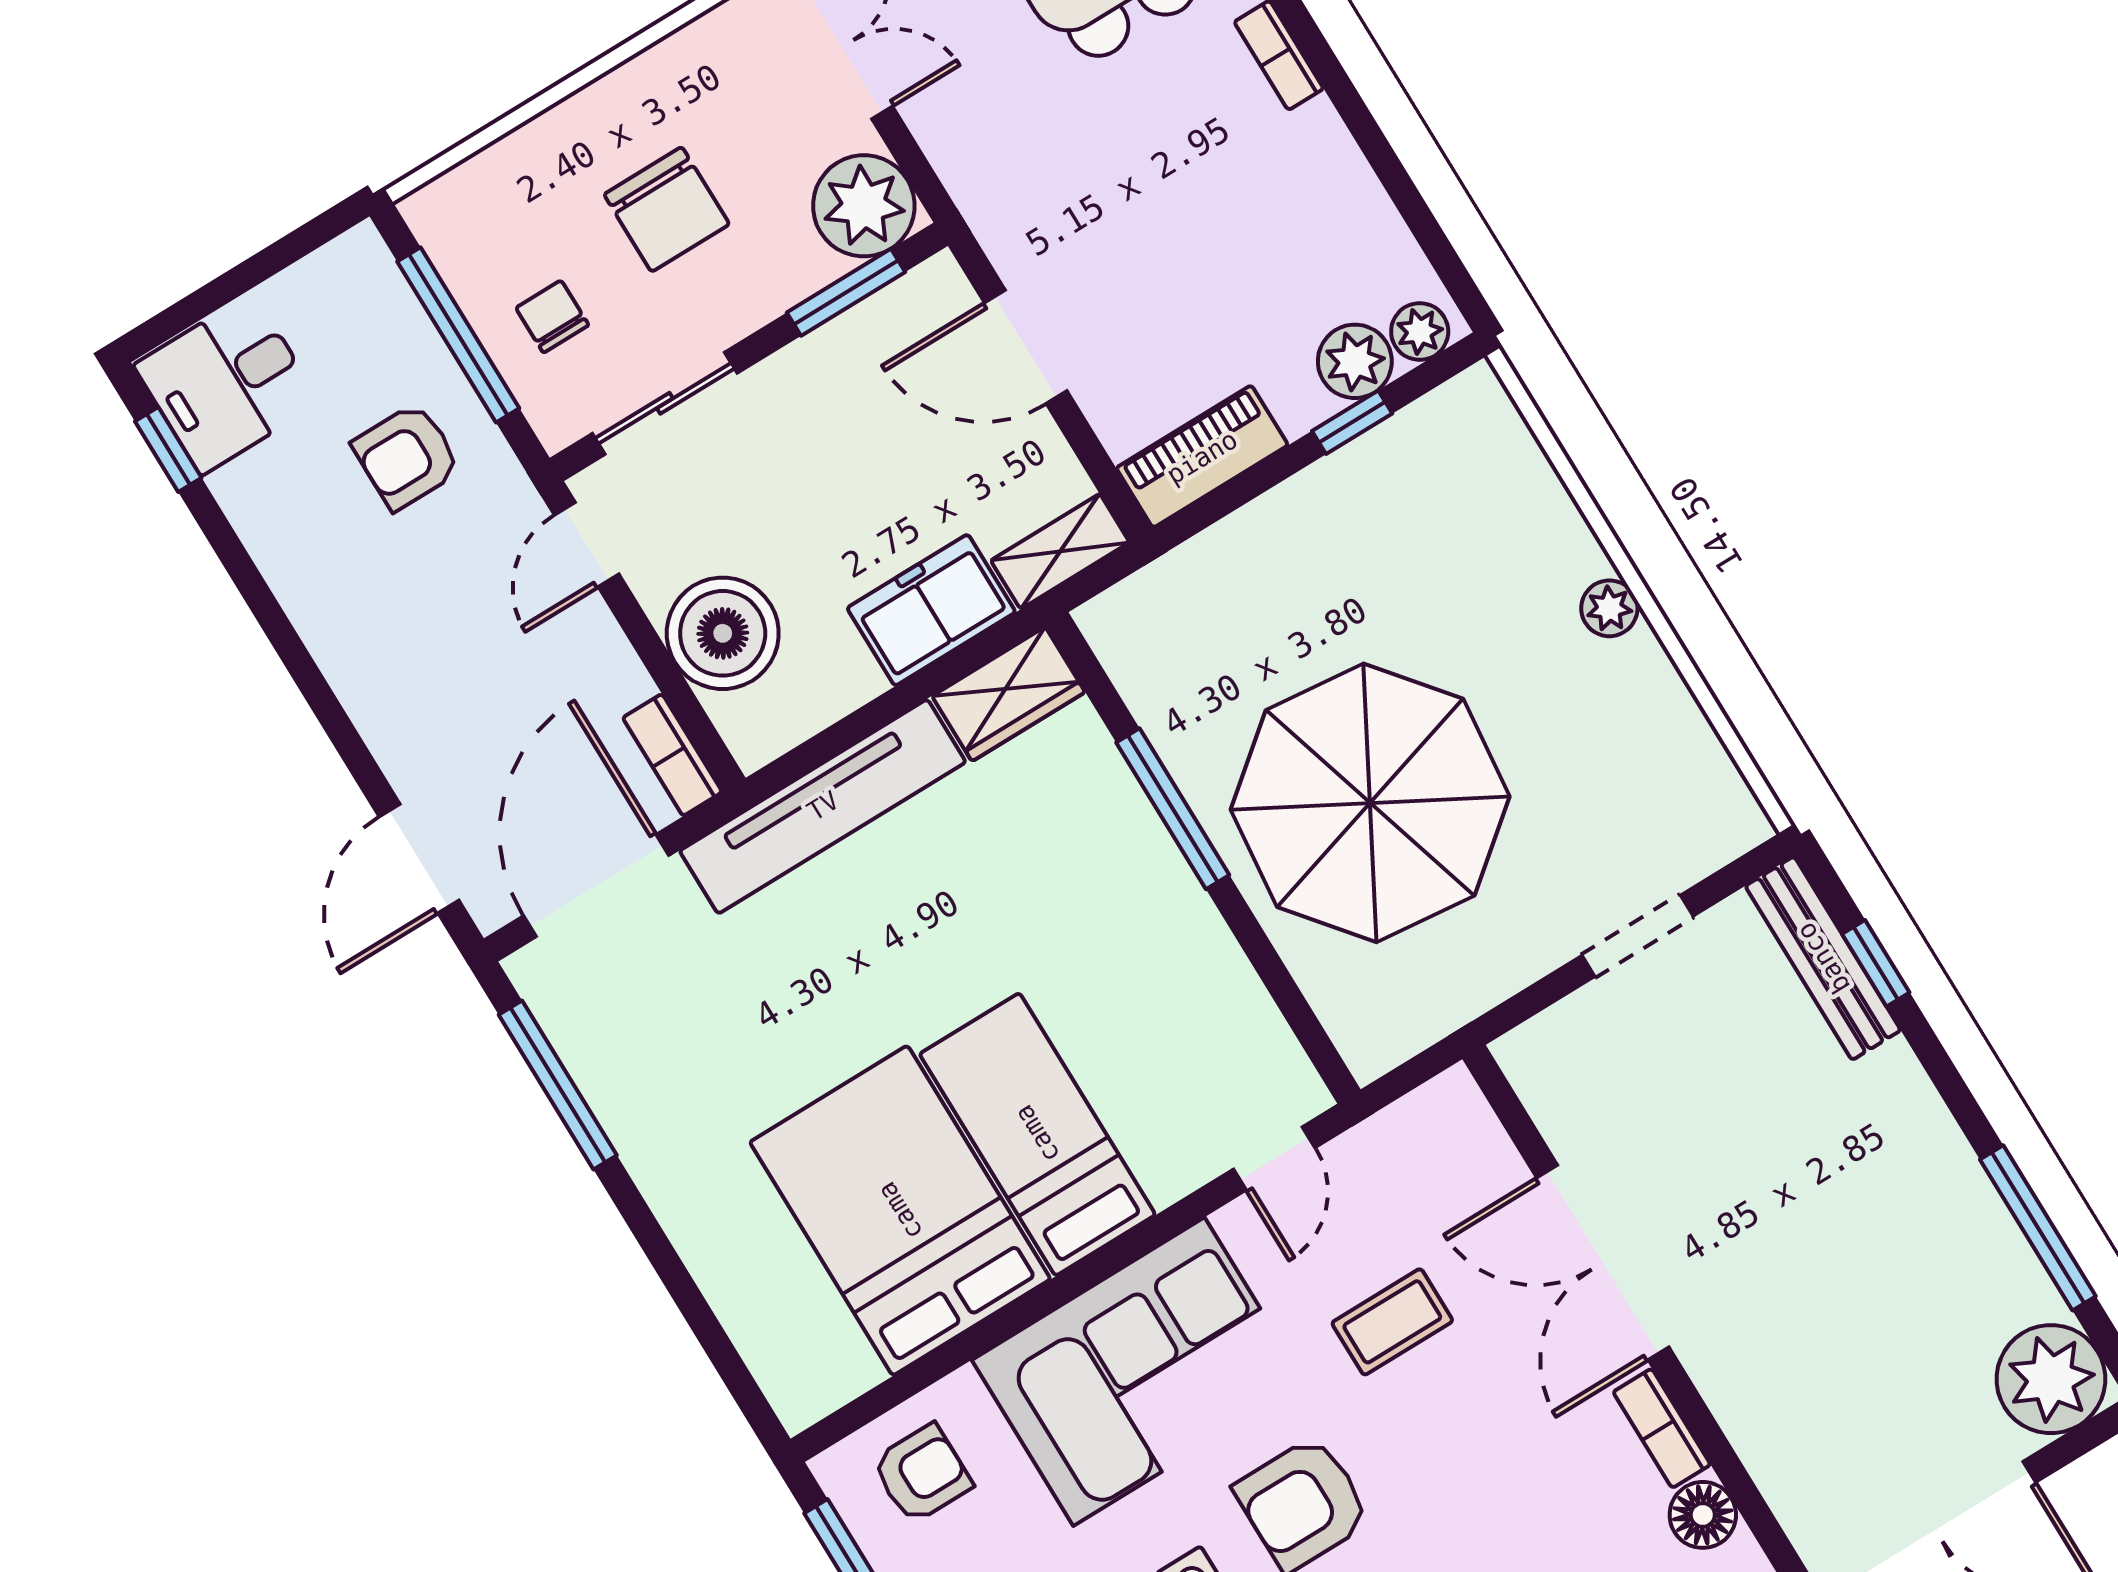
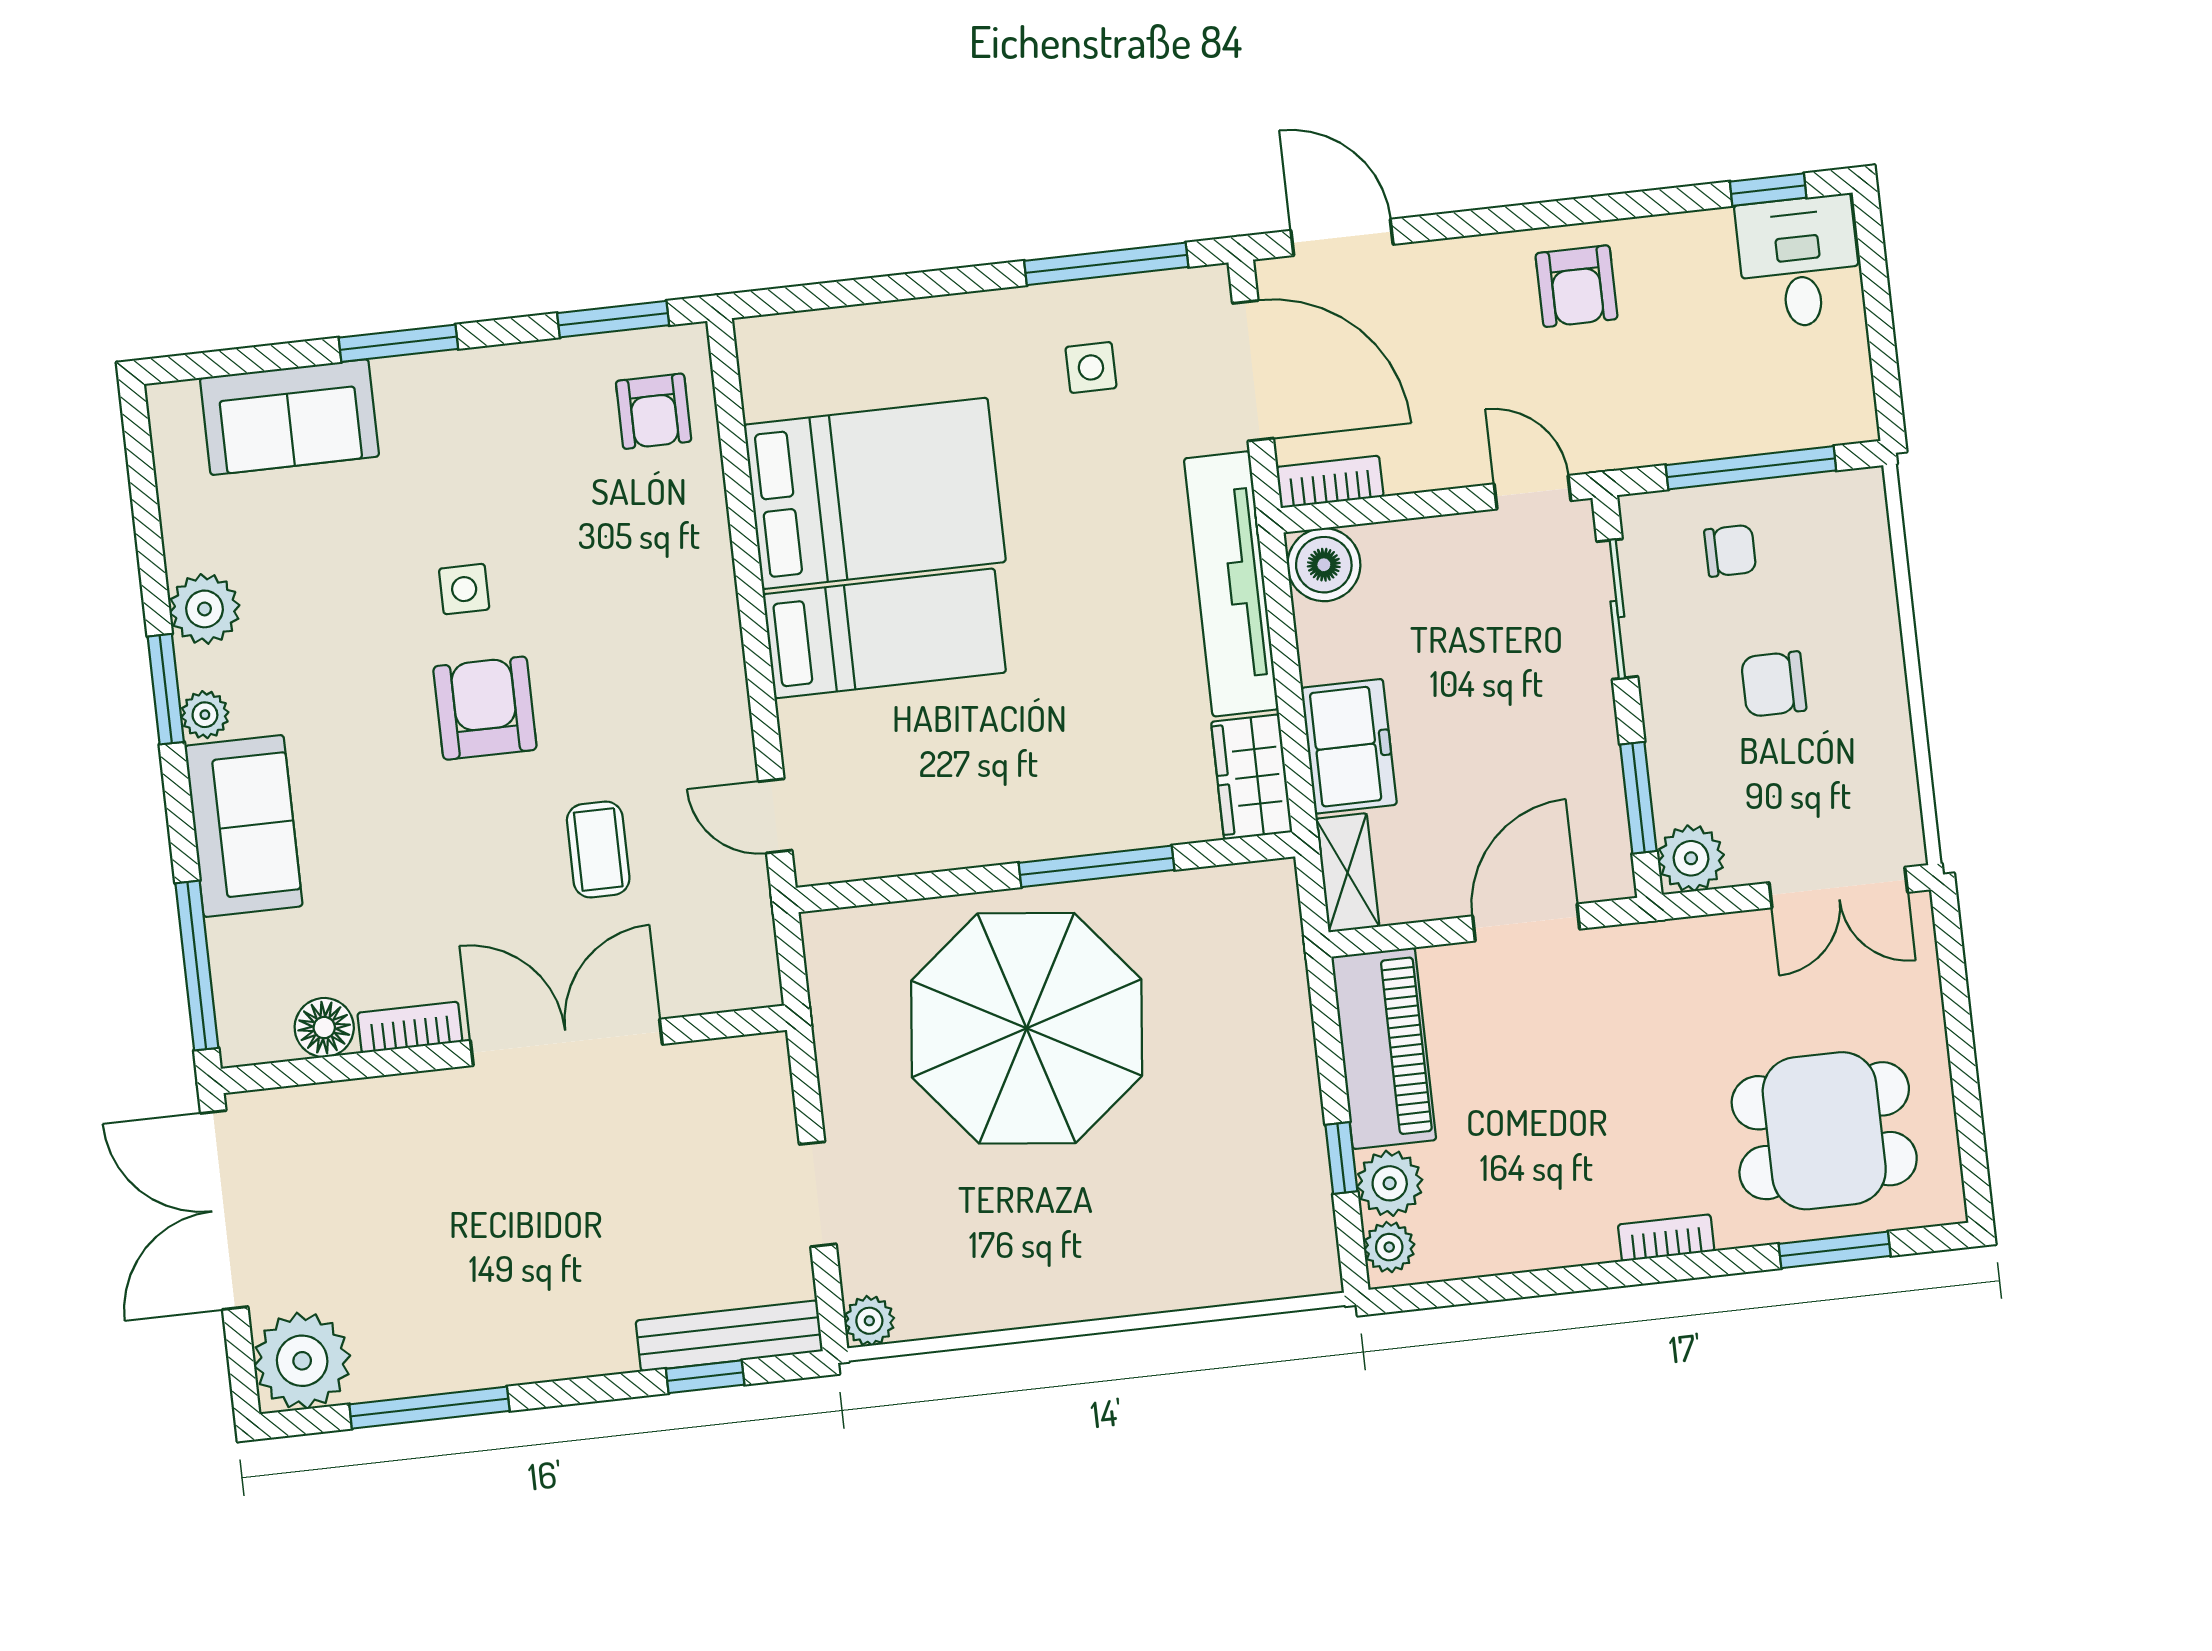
plant: (864, 206) -> (1691, 858), width x0.73, depth x0.73
chair: (667, 209) -> (1774, 684), width x0.73, depth x0.73
armchair: (407, 456) -> (1577, 286), moved, turned 180
piano: (1202, 457) -> (1384, 1048), width x1.37, depth x1.33
plant: (1609, 608) -> (869, 1321), moved
boiler: (723, 633) -> (1324, 565), moved, width x0.73, depth x0.73
side table: (670, 1051) -> (1091, 367), added
corner sofa: (1139, 1372) -> (654, 626), removed

